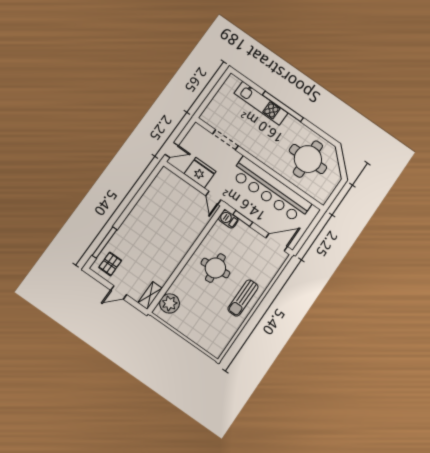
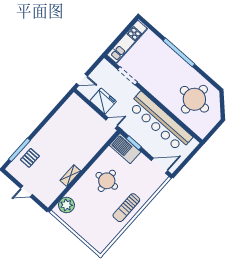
kitchen unit: (261, 103) -> (127, 42), moved, turned -90
door: (213, 198) -> (112, 123), swing flipped
barbecue: (228, 219) -> (125, 149), width x1.88, depth x1.53
pallet: (110, 264) -> (30, 158), moved
shelving: (150, 295) -> (70, 176), moved

